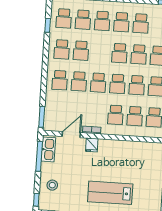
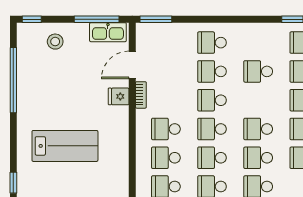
school desk: (62, 49) -> (258, 43), removed
door: (71, 135) -> (132, 65), swing flipped
lab bench: (110, 193) -> (65, 146), moved, turned 90

